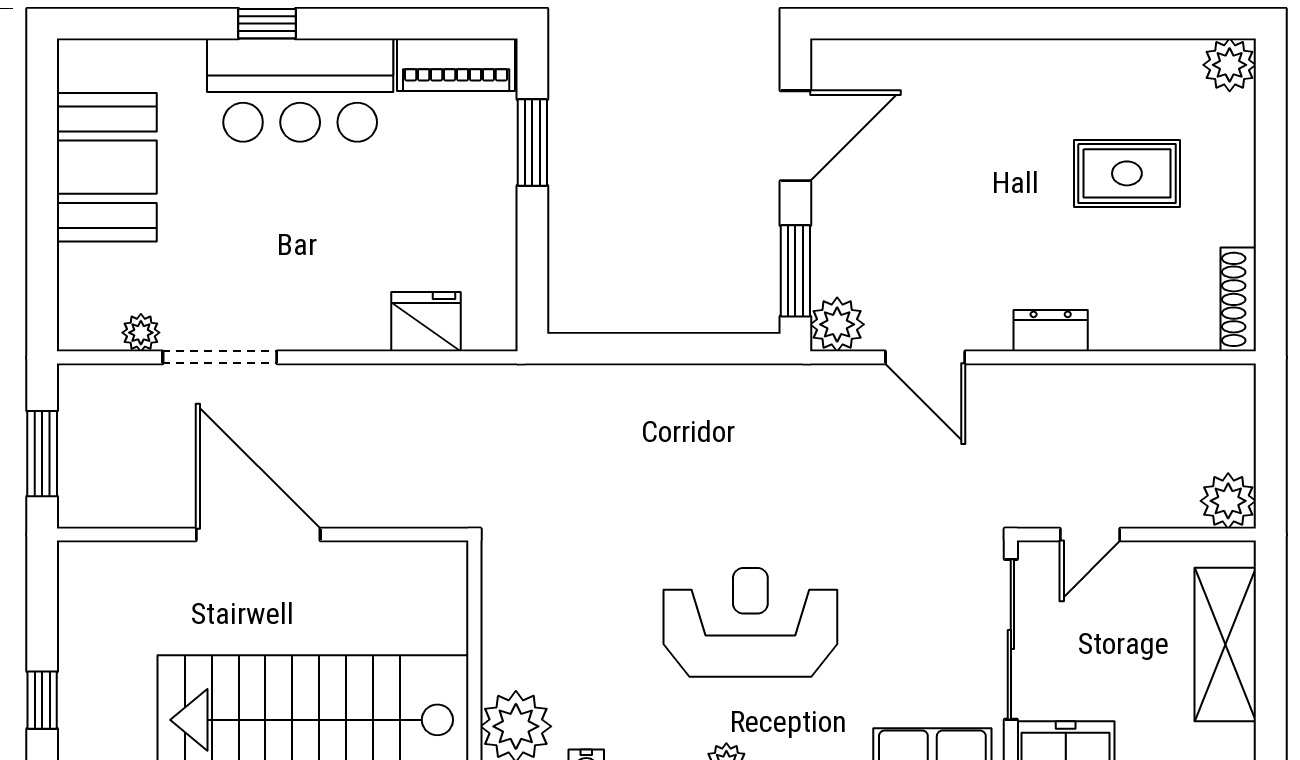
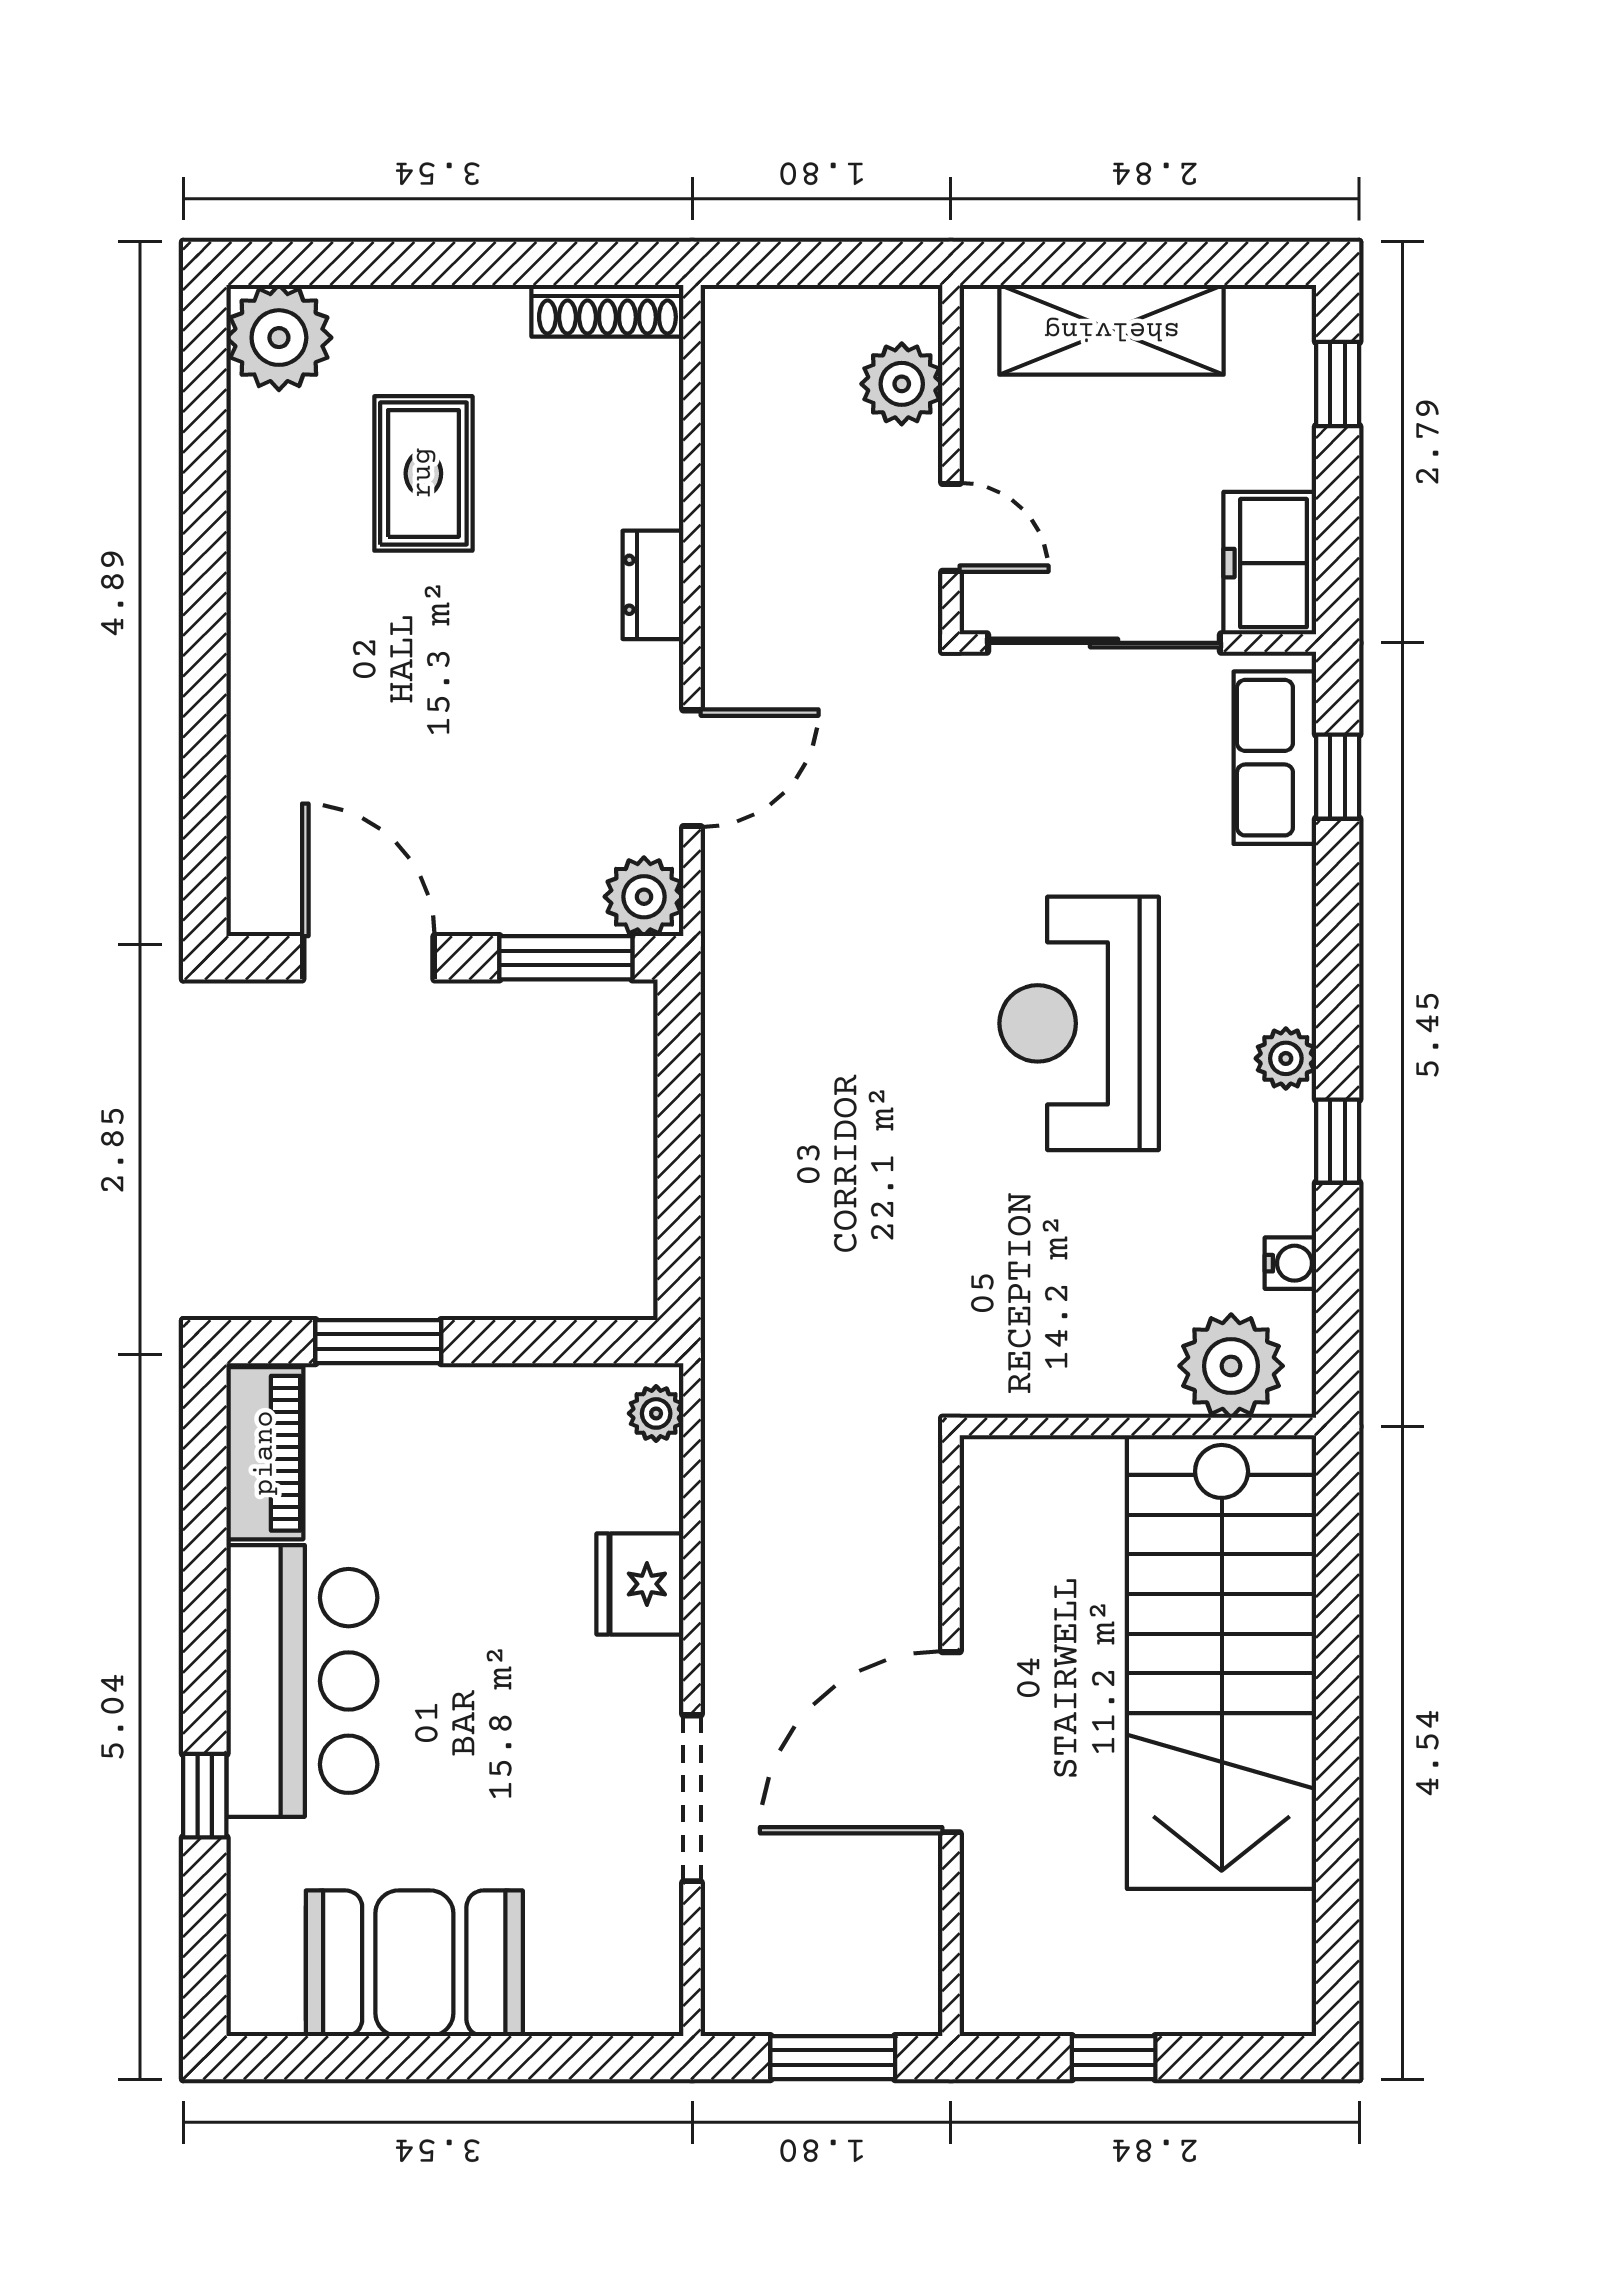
window: (267, 24) -> (205, 1796), moved
plant: (1230, 65) -> (279, 338), width x1.36, depth x1.36
fridge: (426, 322) -> (640, 1584), moved
plant: (141, 333) -> (656, 1413), moved
plant: (1228, 501) -> (902, 384), moved
window: (42, 700) -> (1114, 2058), moved

